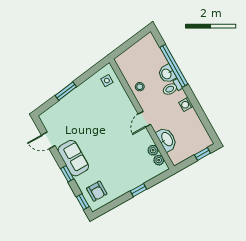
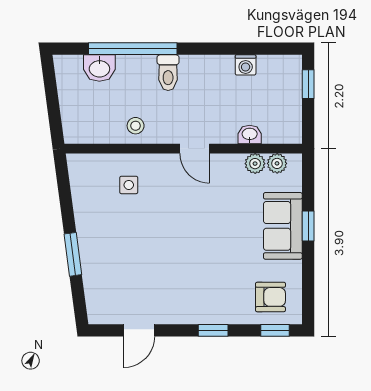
washbasin: (167, 74) -> (99, 68), moved
side table: (107, 81) -> (129, 185), moved
washing machine: (186, 104) -> (246, 65), moved
washbasin: (167, 139) -> (250, 134), width x0.52, depth x0.69
sofa: (73, 158) -> (283, 226), moved, turned -90

